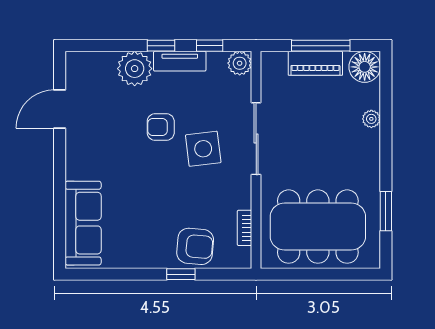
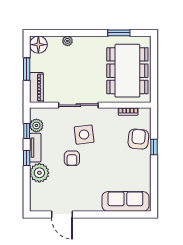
window: (321, 46) -> (27, 69), width x0.69
plant: (240, 63) -> (36, 125), moved
piano: (315, 63) -> (36, 88), moved

